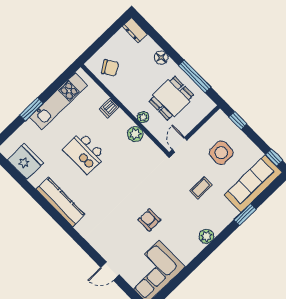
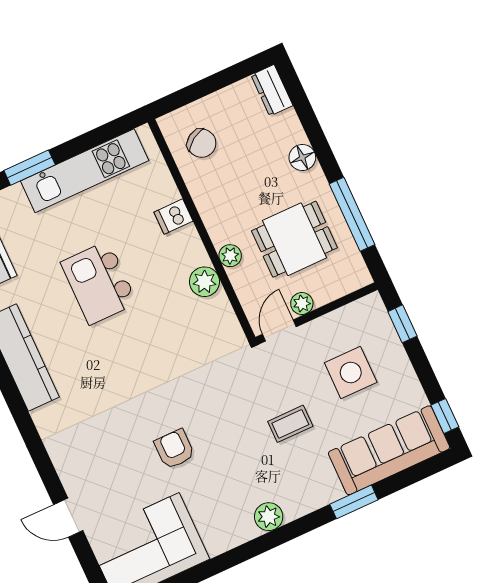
plant: (186, 128) -> (302, 303), added

